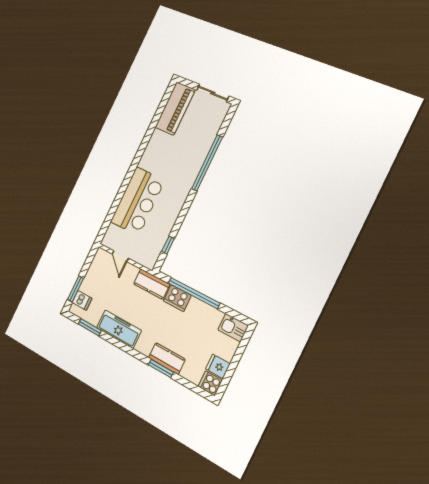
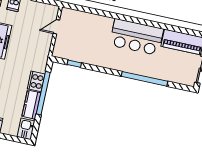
bar counter: (138, 201) -> (137, 37), moved
kitchen counter: (152, 284) -> (31, 105), moved

